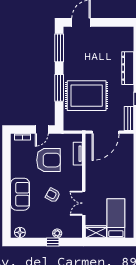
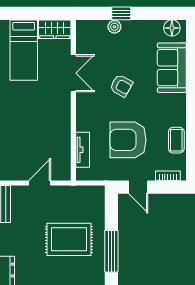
rug: (87, 96) -> (69, 239), width x0.73, depth x0.69
door: (42, 130) -> (138, 187), swing flipped
door: (106, 132) -> (40, 183), width x0.53
coffee table: (17, 160) -> (176, 140), added
sofa: (20, 194) -> (172, 68), moved

